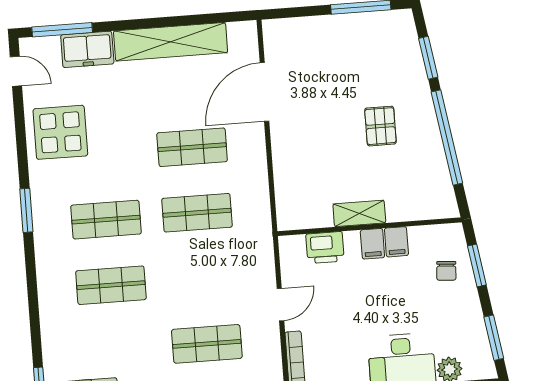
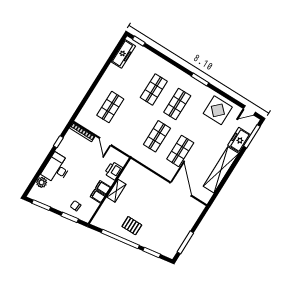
pallet: (380, 126) -> (132, 226), moved

